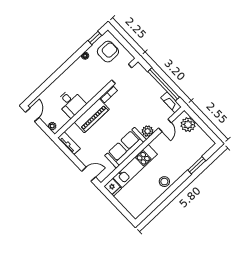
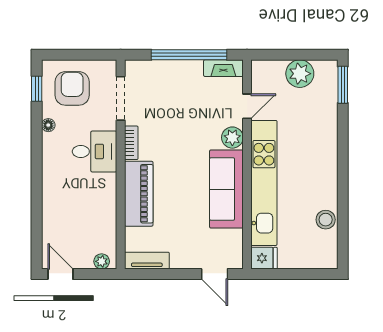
desk: (71, 103) -> (94, 151), moved
door: (165, 125) -> (247, 106), hinge flipped
plant: (188, 125) -> (300, 74), moved
window: (197, 165) -> (343, 85), moved
kitchen unit: (135, 166) -> (264, 183), width x1.36
door: (89, 174) -> (215, 274), swing flipped
stool: (164, 182) -> (326, 220), moved

